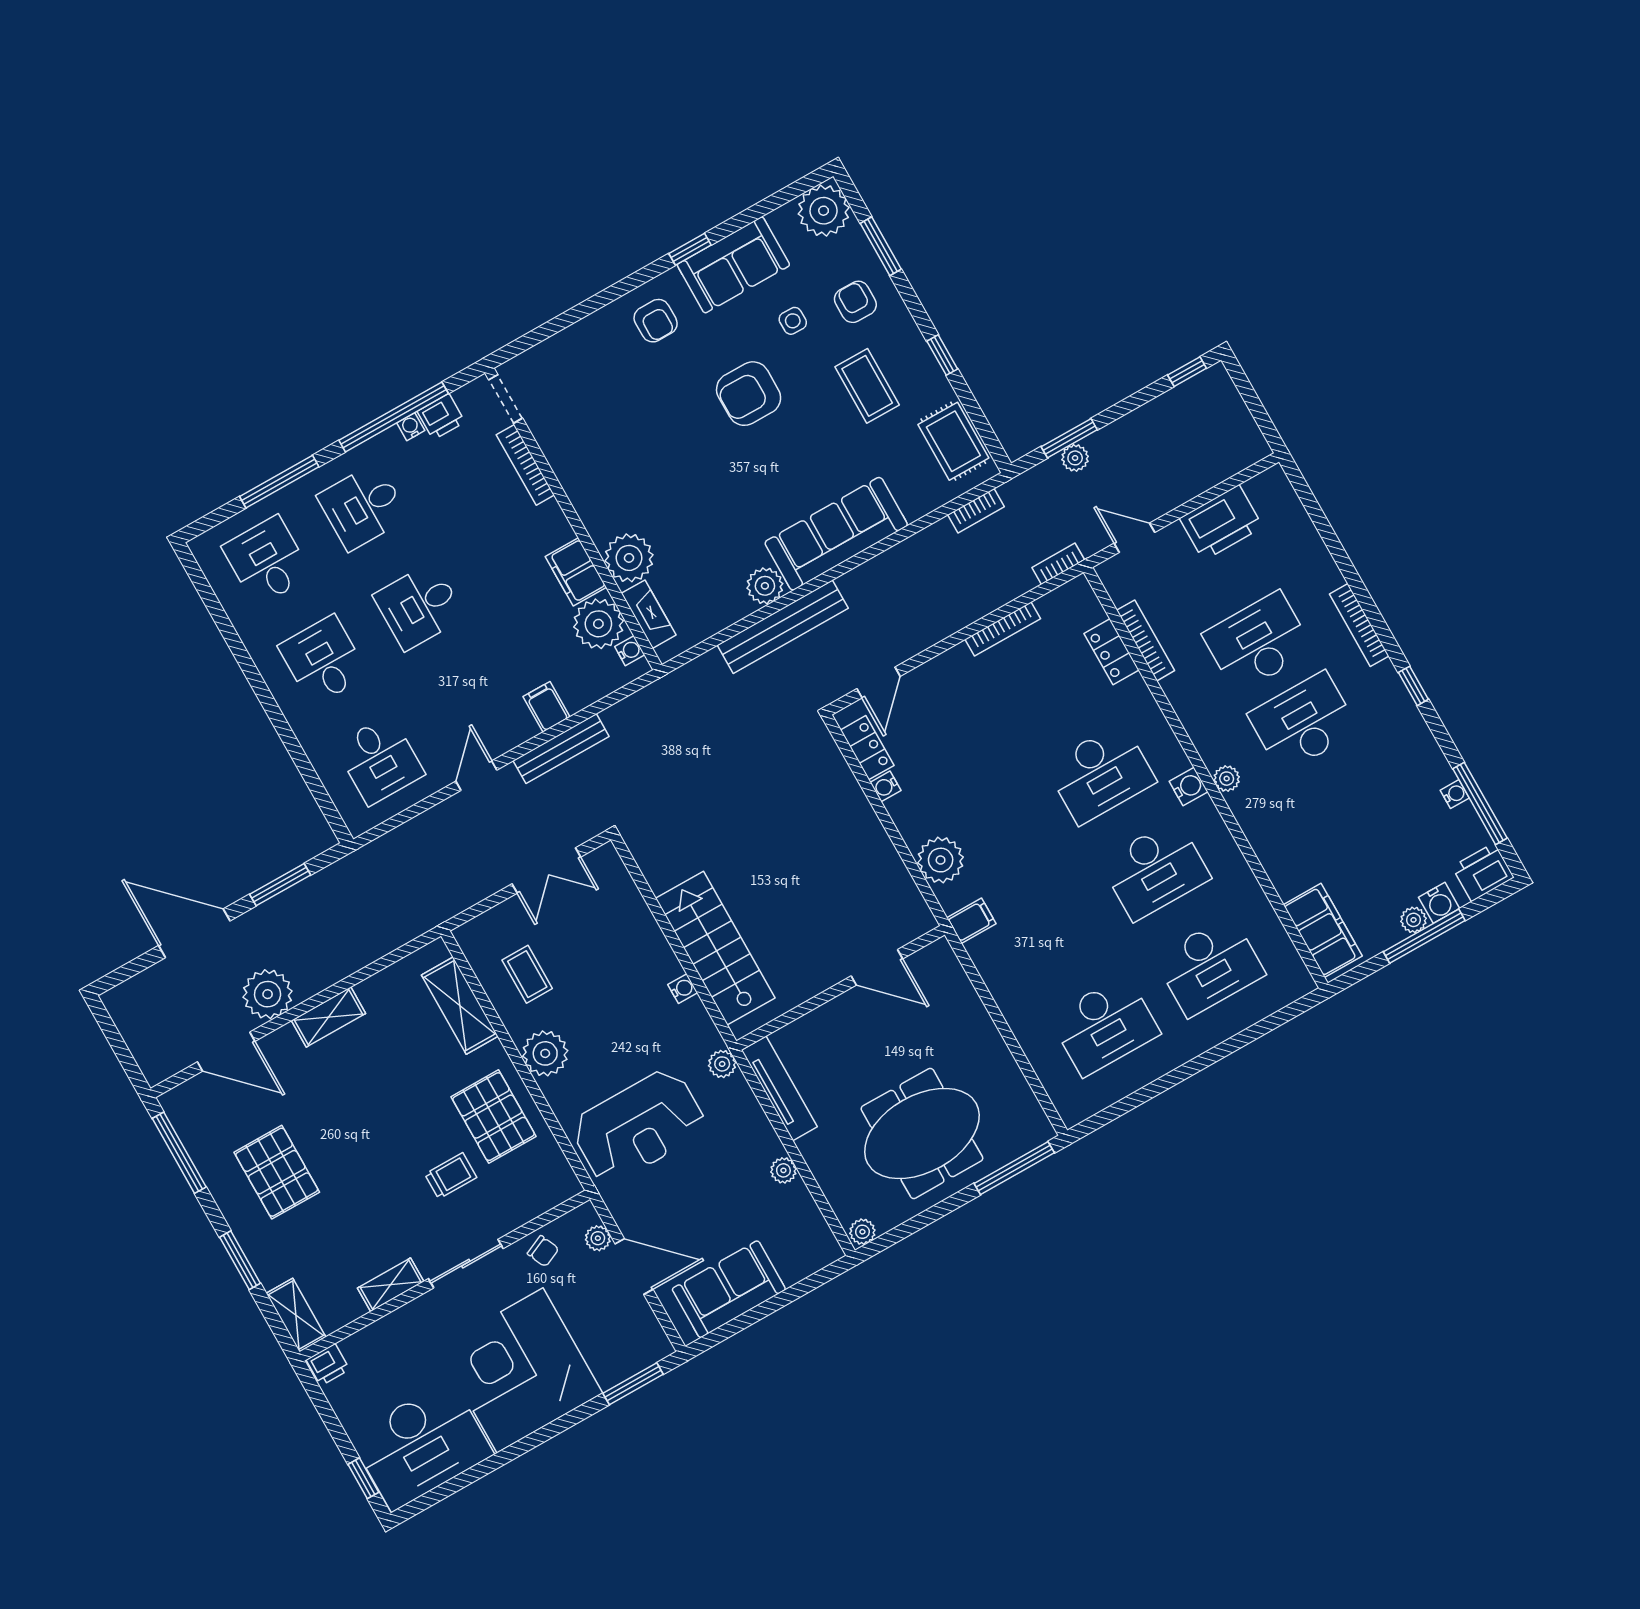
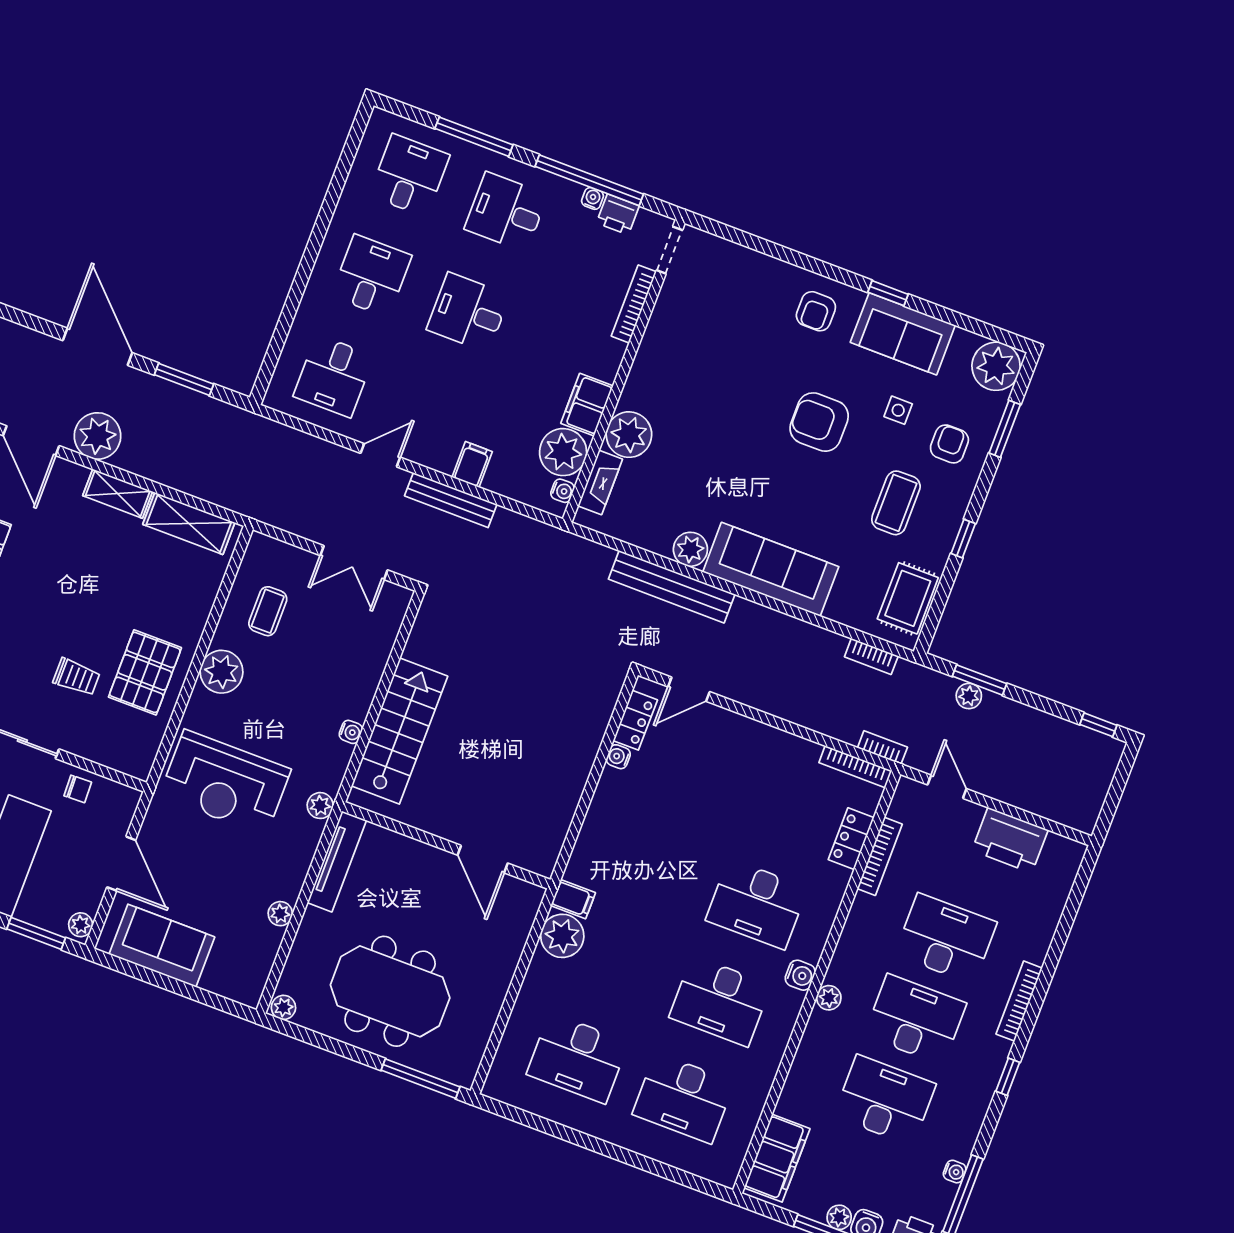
bookcase: (1003, 629) -> (855, 767), moved
desk: (1349, 803) -> (885, 1100), added
plant: (941, 860) -> (562, 936), moved
shelving: (460, 1006) -> (189, 523), moved, turned 90
plant: (598, 1238) -> (81, 925), moved
chair: (543, 1251) -> (78, 789), turned -68

